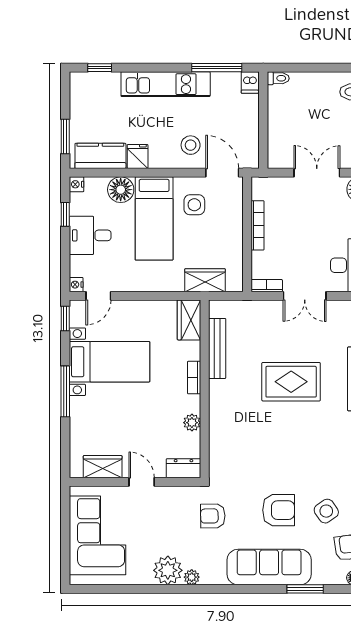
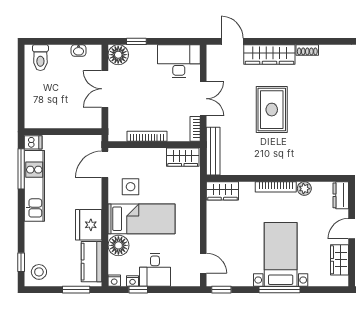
toilet: (278, 78) -> (30, 120), removed
kitchen unit: (166, 84) -> (34, 186), moved
stool: (191, 145) -> (39, 272), moved
fridge: (138, 156) -> (89, 225), width x1.88, depth x1.34
wardrobe: (205, 280) -> (183, 157), moved, turned -90
nightstand: (76, 285) -> (133, 281), moved
bench: (217, 348) -> (213, 151), moved, turned 90
bed with nightstands: (109, 362) -> (281, 254), moved
bookcase: (194, 378) -> (276, 187), width x1.56

